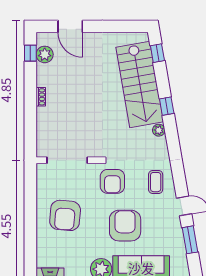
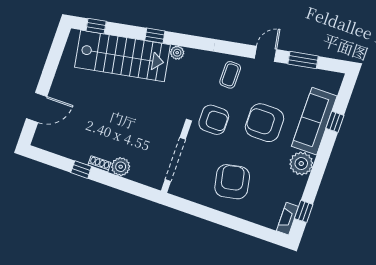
window: (30, 53) -> (81, 170), moved
plant: (45, 54) -> (121, 167), moved
coffee table: (156, 182) -> (230, 75), turned 90
armchair: (65, 215) -> (232, 182), turned -106

